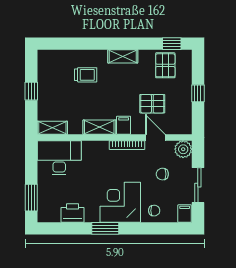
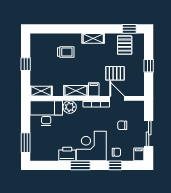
plant: (183, 149) -> (70, 107), moved
printer: (73, 213) -> (67, 154), moved
window: (153, 228) -> (115, 165), added

